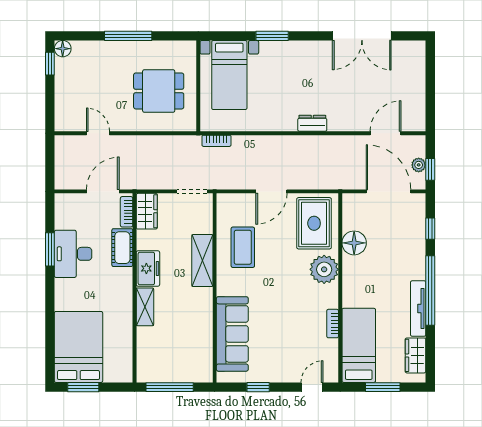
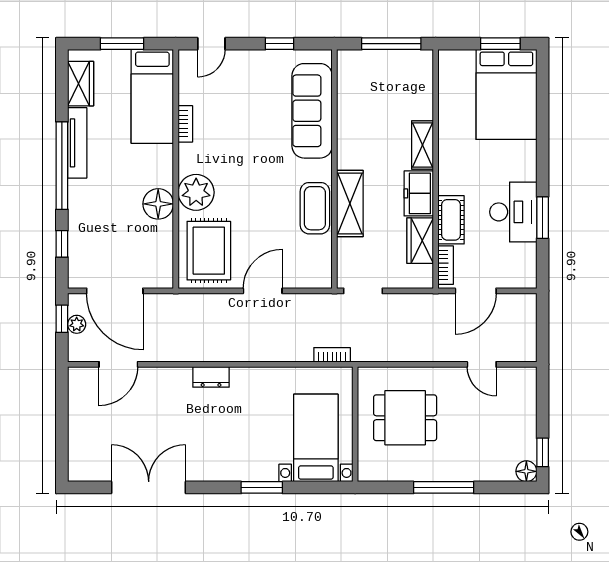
wardrobe: (147, 211) -> (420, 241), moved
floor lamp: (354, 243) -> (158, 204), moved
coffee table: (243, 247) -> (315, 208), moved

